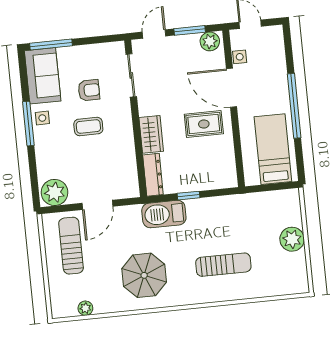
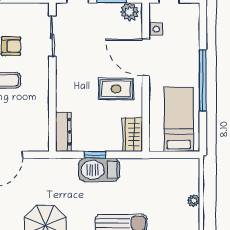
wardrobe: (151, 134) -> (132, 134), moved, turned 180
barbecue: (164, 214) -> (99, 170), moved
plant: (292, 239) -> (193, 200), width x0.53, depth x0.53

